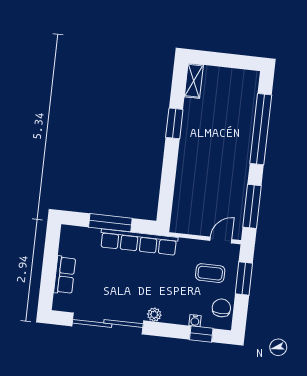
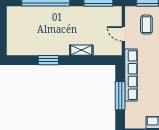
shelving: (194, 81) -> (81, 50), moved
door: (221, 240) -> (123, 34), moved

